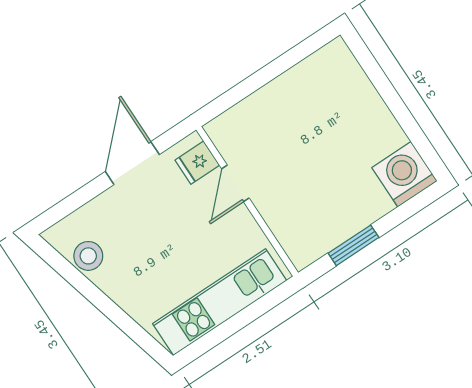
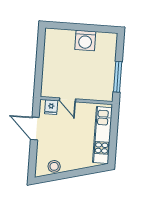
washing machine: (404, 174) -> (85, 41), moved, turned -90
window: (354, 245) -> (118, 77), width x1.44

